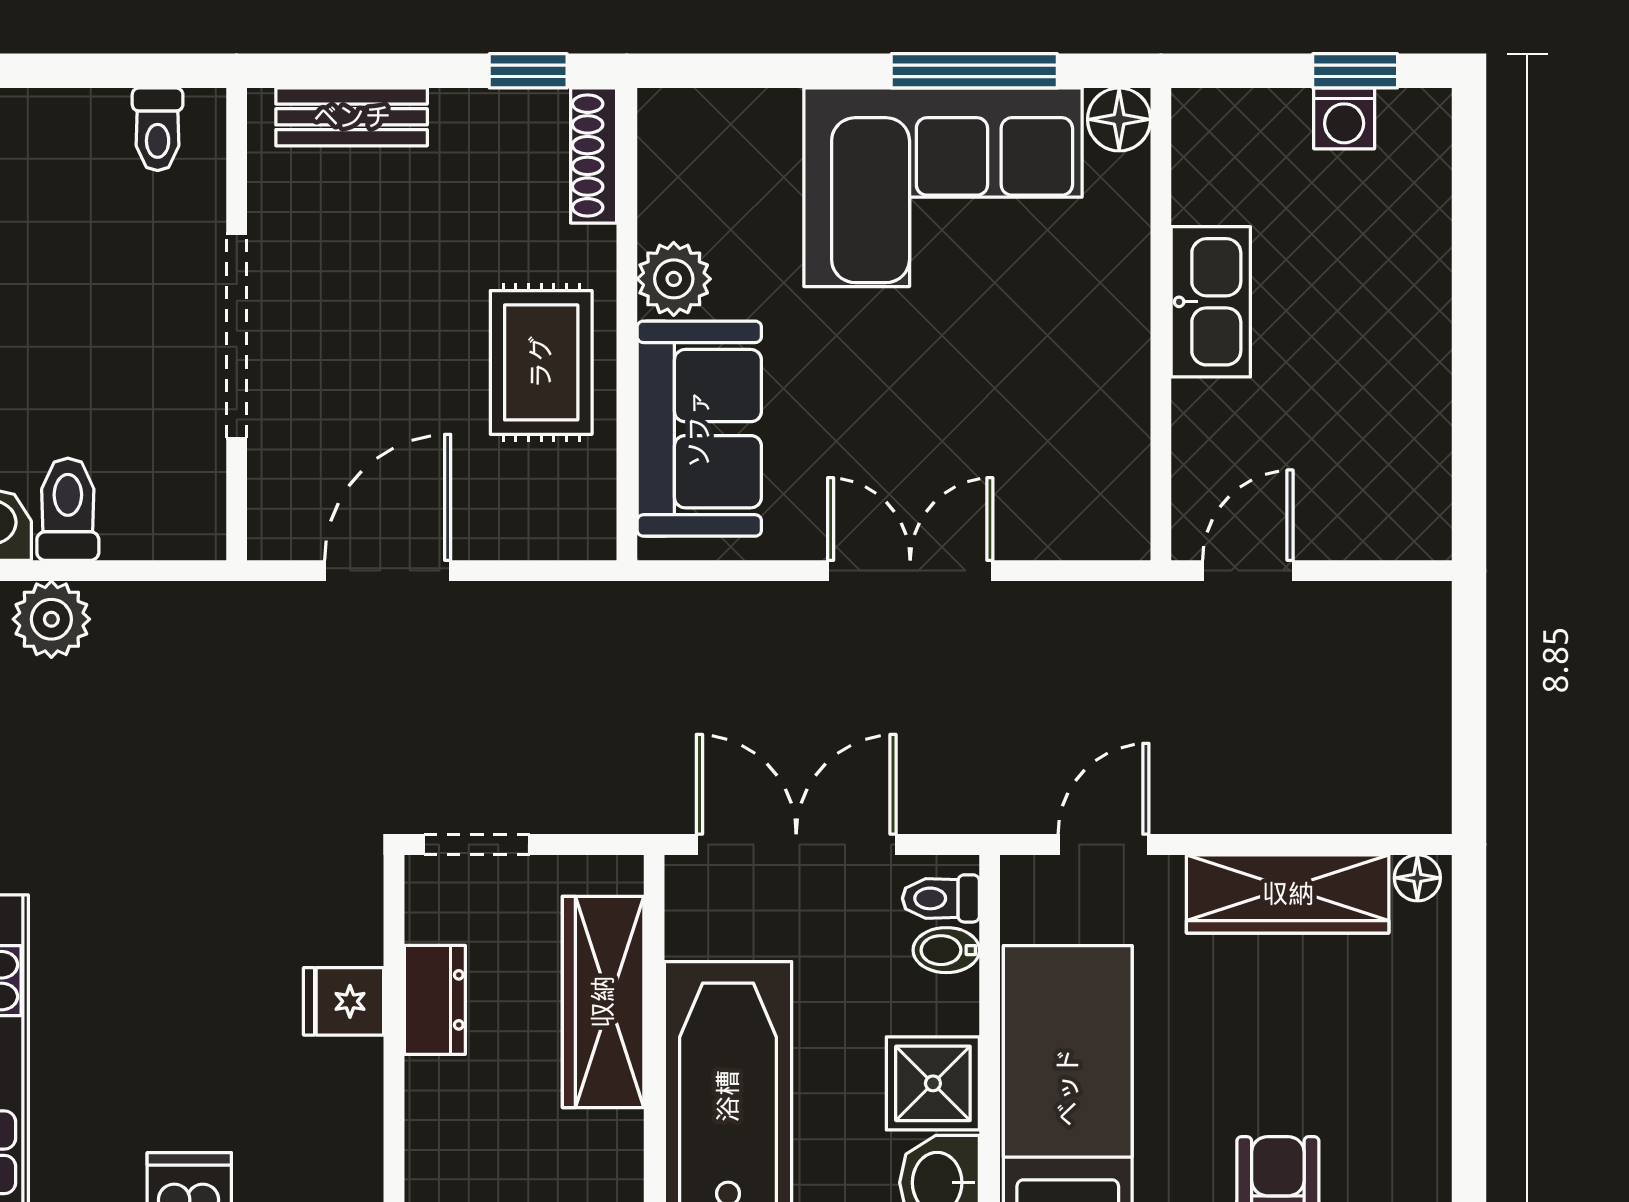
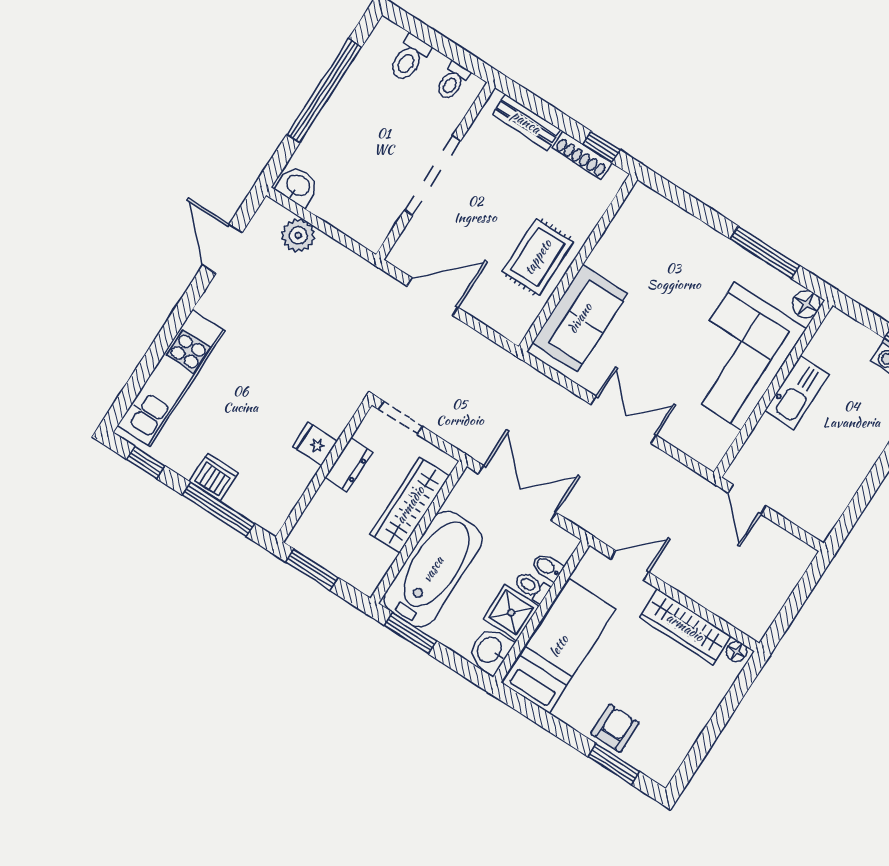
shoe rack: (594, 155) -> (582, 155), moved, turned -90
corner sofa: (943, 187) -> (738, 356), moved, turned 90
plant: (674, 279) -> (606, 258), removed
toilet: (68, 509) -> (409, 58), moved, turned 180
door: (1248, 571) -> (747, 499), swing flipped
toilet: (941, 898) -> (532, 587), moved

